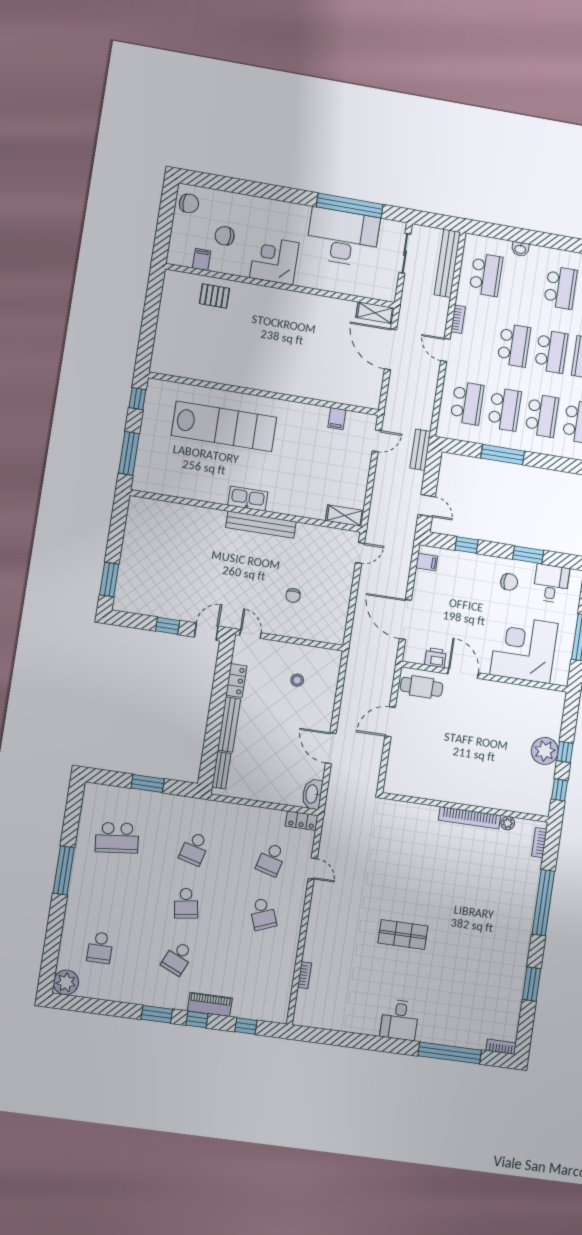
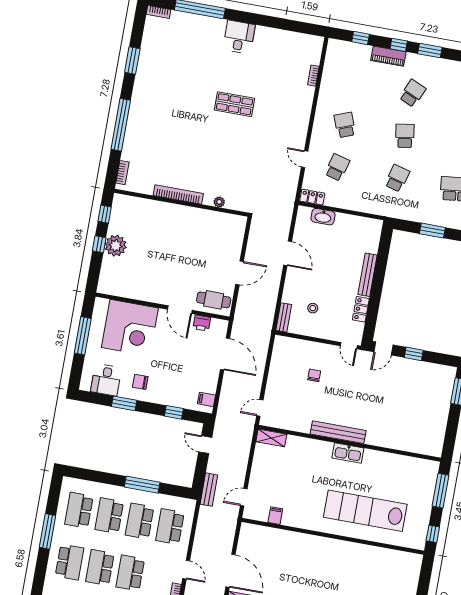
bench: (221, 770) -> (284, 317), moved
washbasin: (312, 794) -> (323, 217), moved, turned 90
plant: (508, 823) -> (219, 202), moved

